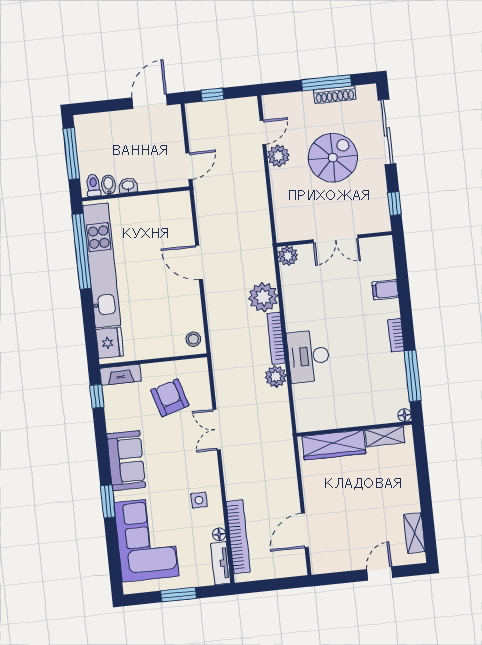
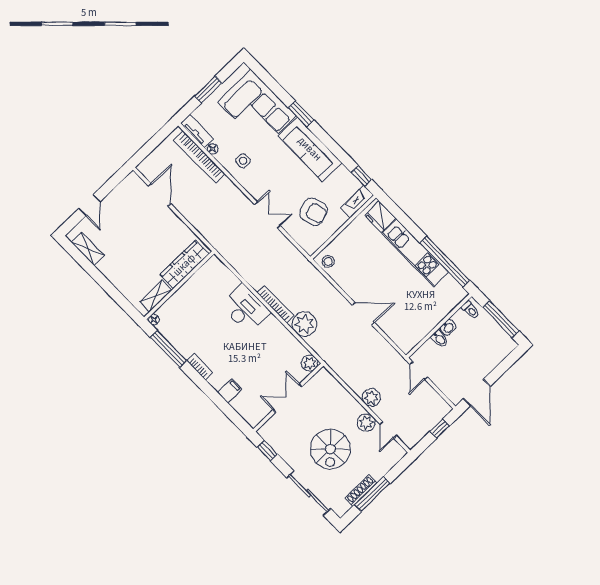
bidet: (108, 185) -> (439, 339), moved
kitchen unit: (102, 265) -> (415, 253), width x0.73
plant: (276, 377) -> (371, 398), moved
sofa: (126, 461) -> (310, 149), width x1.36

